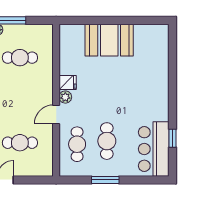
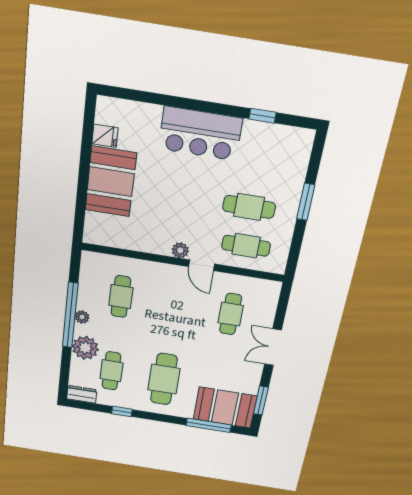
fridge: (68, 82) -> (105, 136), moved, turned 90
bar counter: (154, 149) -> (200, 134), moved
window: (105, 180) -> (306, 202), moved

